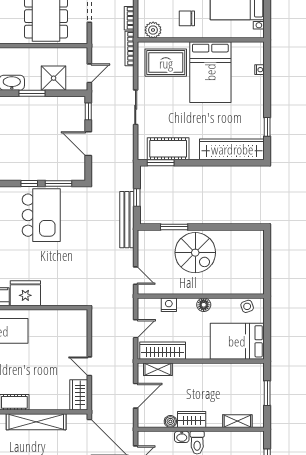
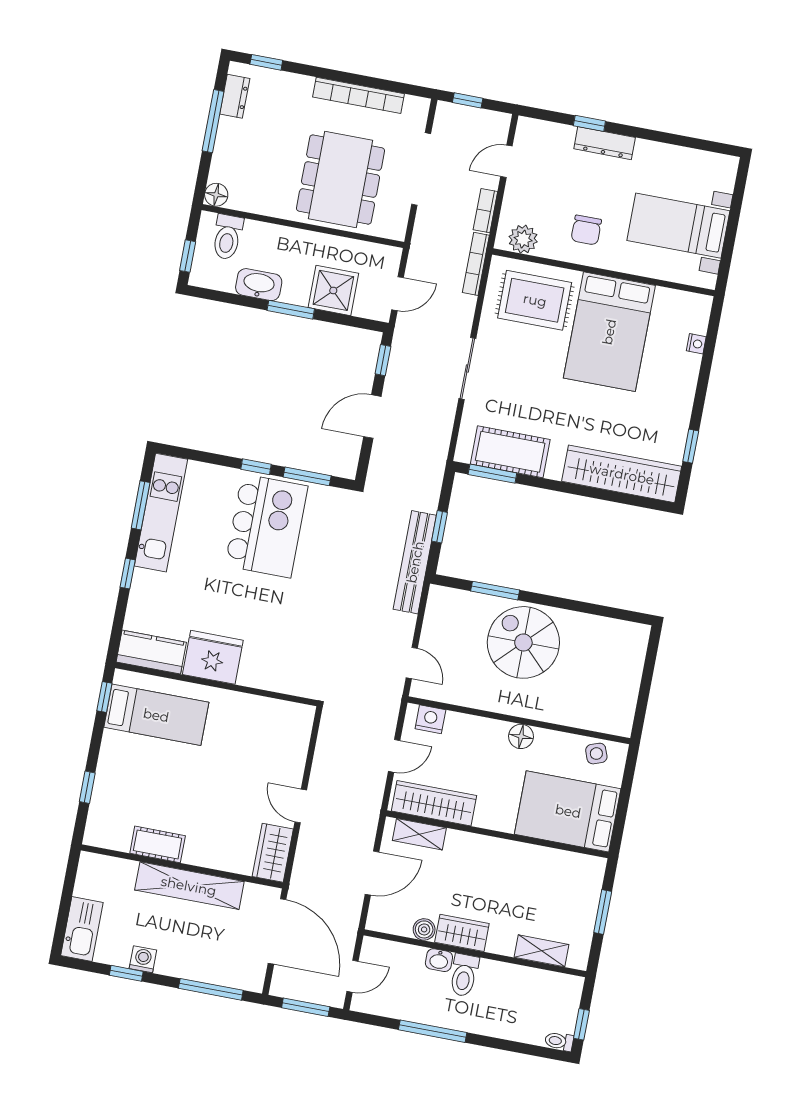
chair: (187, 18) -> (586, 230), turned -90
door: (88, 144) -> (372, 417), hinge flipped
spiral stairs: (195, 253) -> (523, 642), turned 180
nightstand: (169, 305) -> (430, 719), moved

